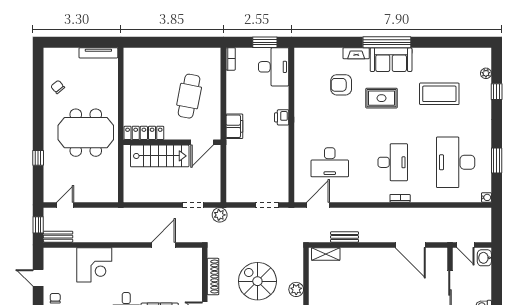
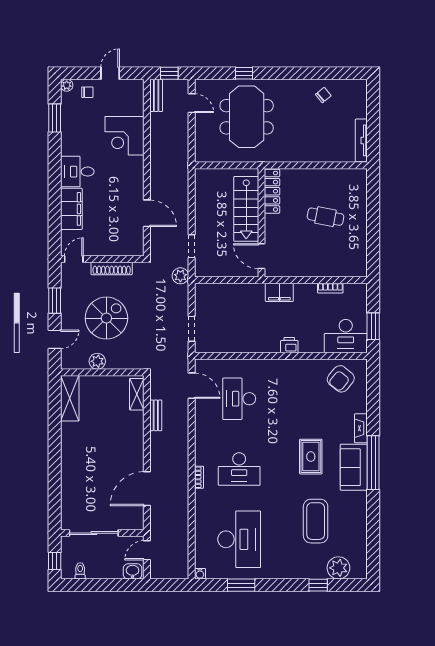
bookcase: (231, 59) -> (330, 288), moved
plant: (486, 73) -> (338, 568), width x1.88, depth x1.88
armchair: (341, 85) -> (341, 379), moved, turned -141
cafe table: (189, 96) -> (325, 217), moved, width x0.73, depth x0.74
meeting table: (86, 133) -> (247, 117), moved
desk: (456, 162) -> (239, 539), turned 90

